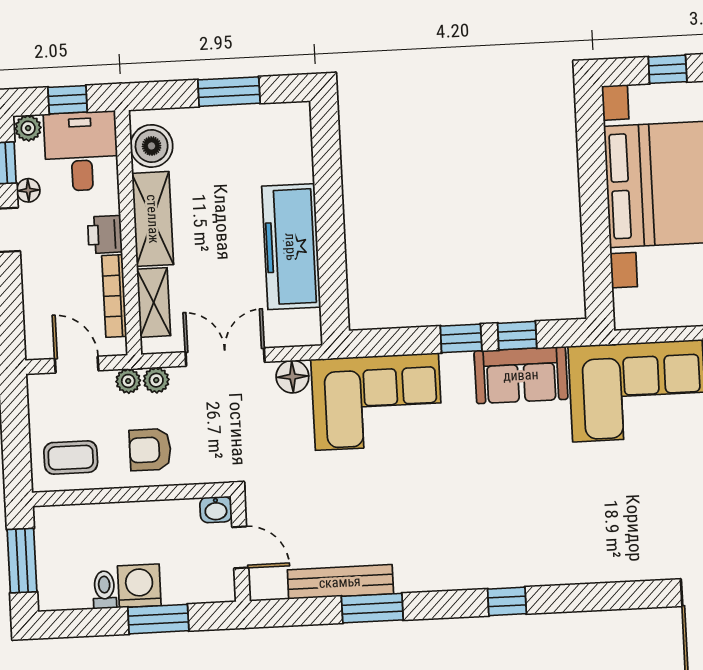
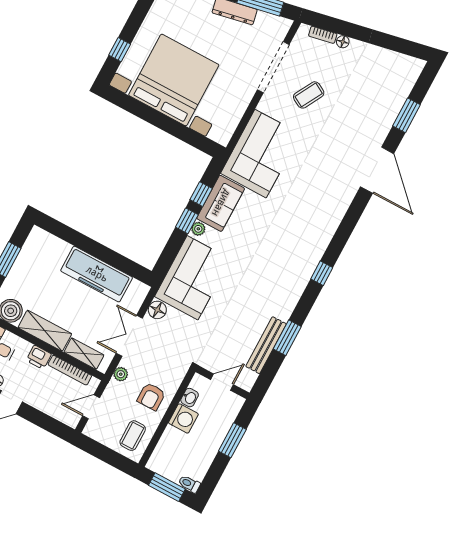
plant: (128, 381) -> (198, 229), moved
washbasin: (216, 509) -> (190, 398), moved
washing machine: (139, 586) -> (183, 418), moved, turned 180
toilet: (104, 590) -> (189, 484), moved

